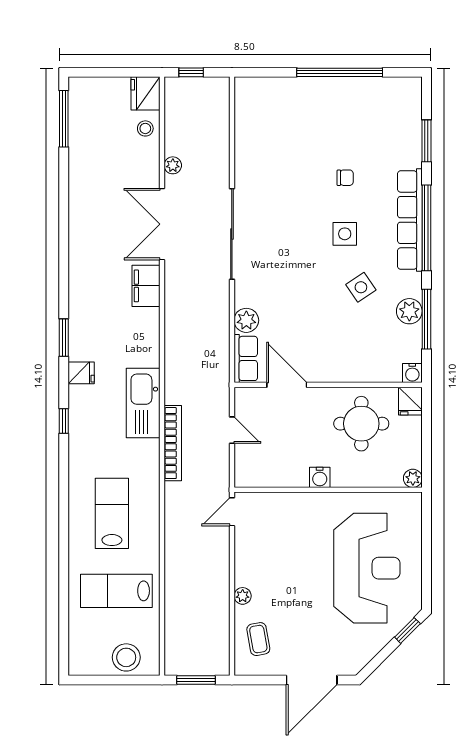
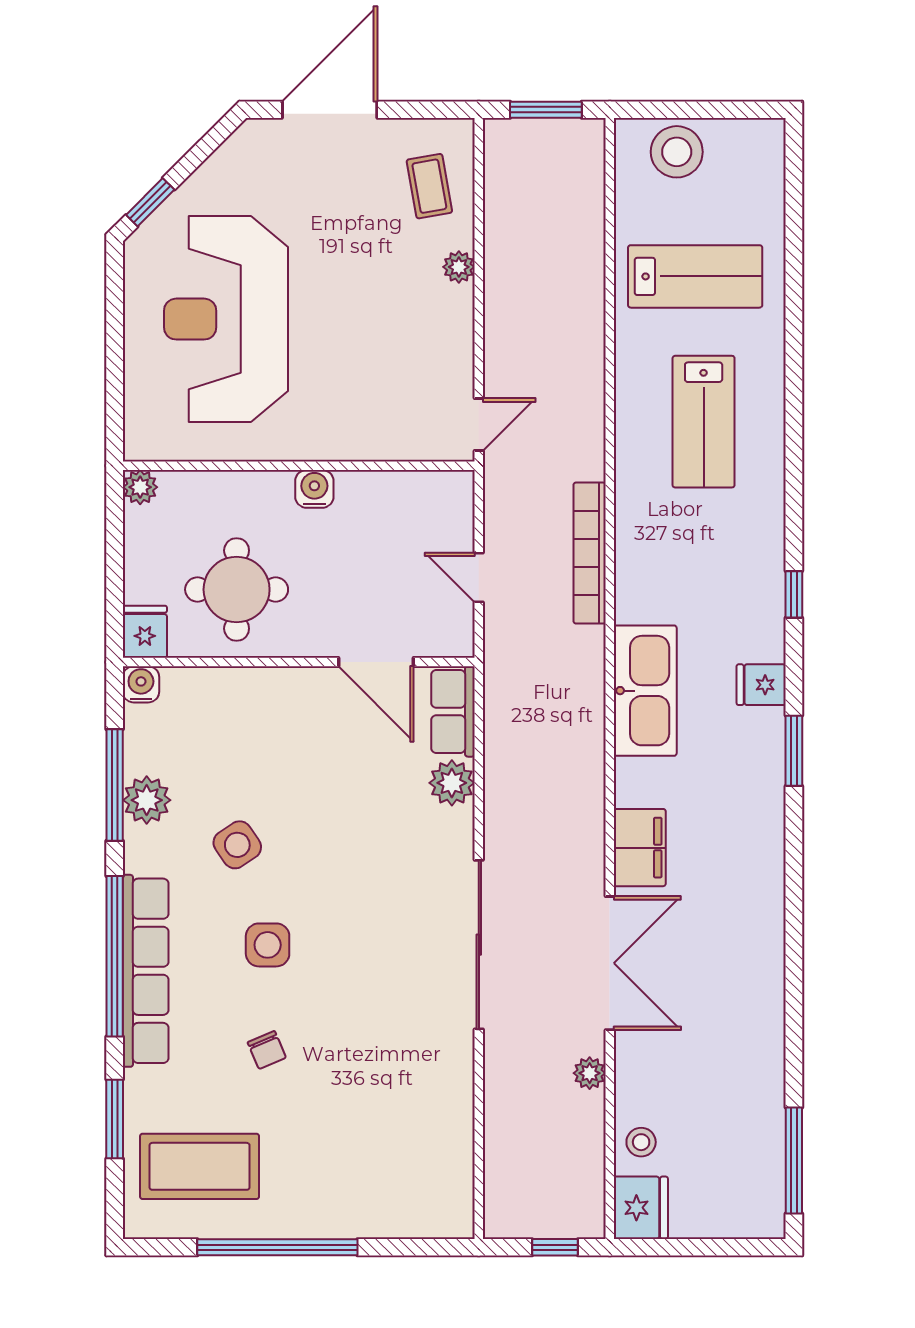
coffee table: (381, 116) -> (200, 1166), added
chair: (345, 178) -> (267, 1050), turned -113
kitchen sink: (143, 403) -> (645, 691), moved

